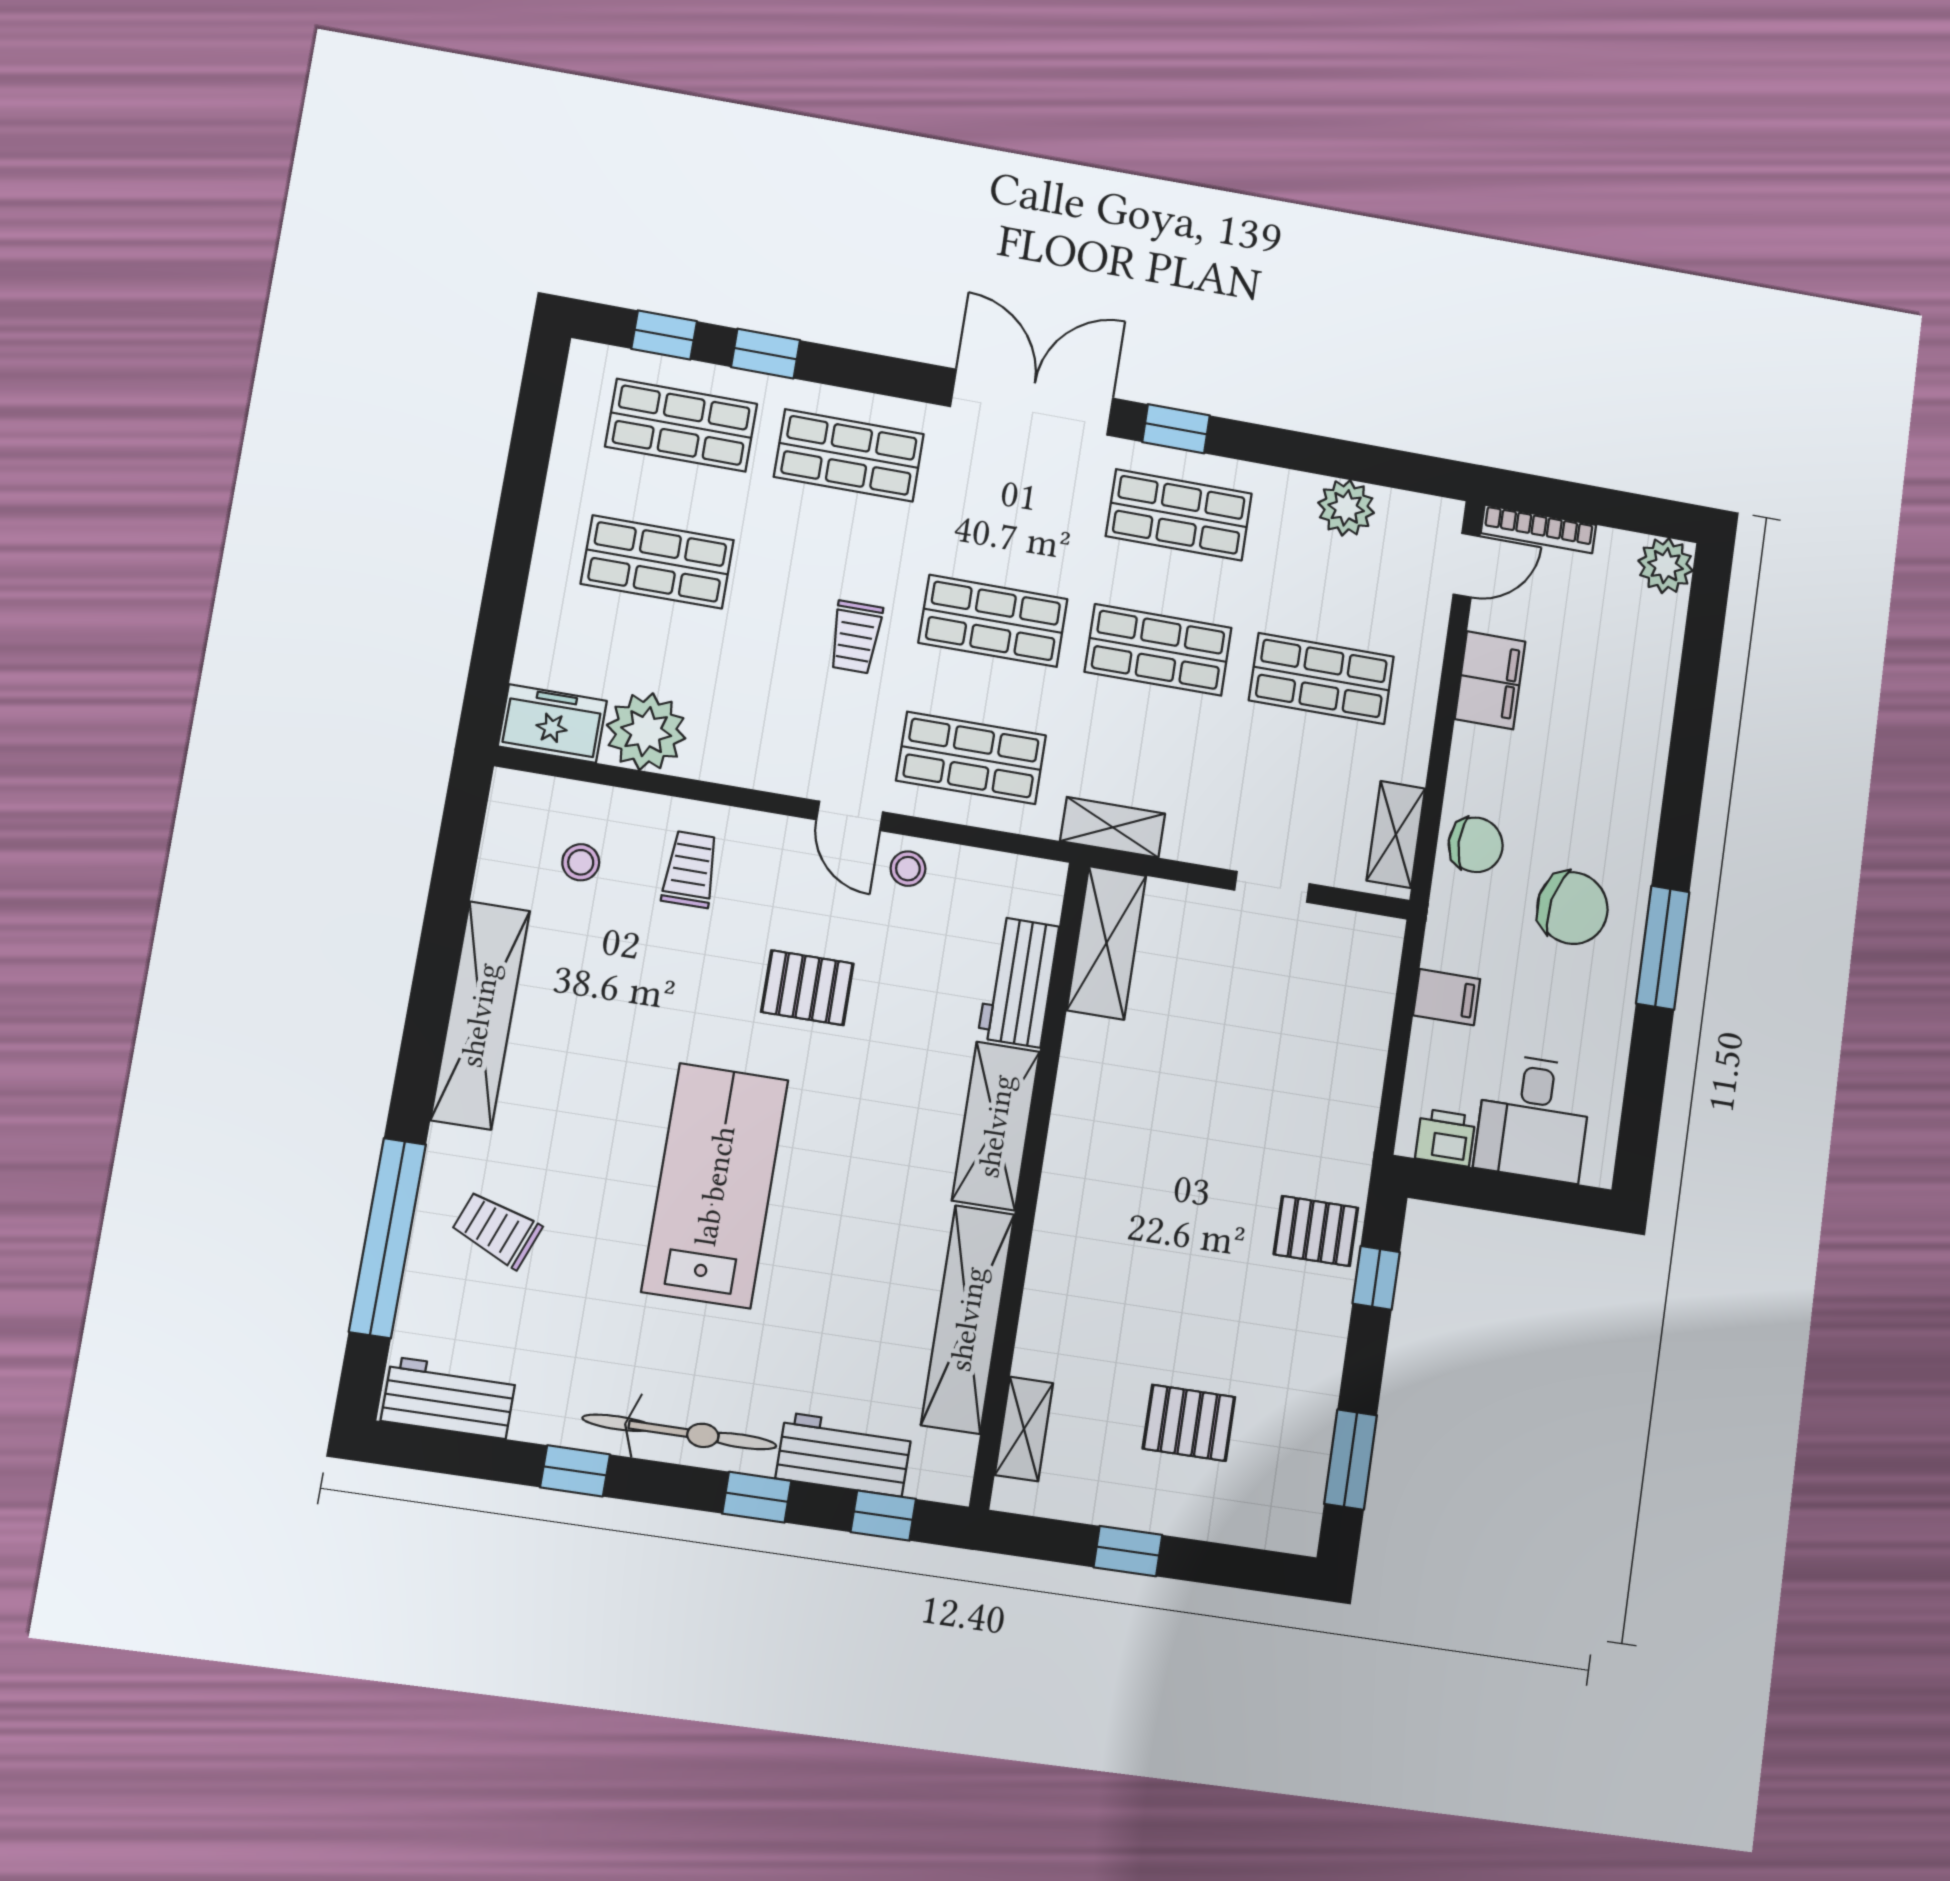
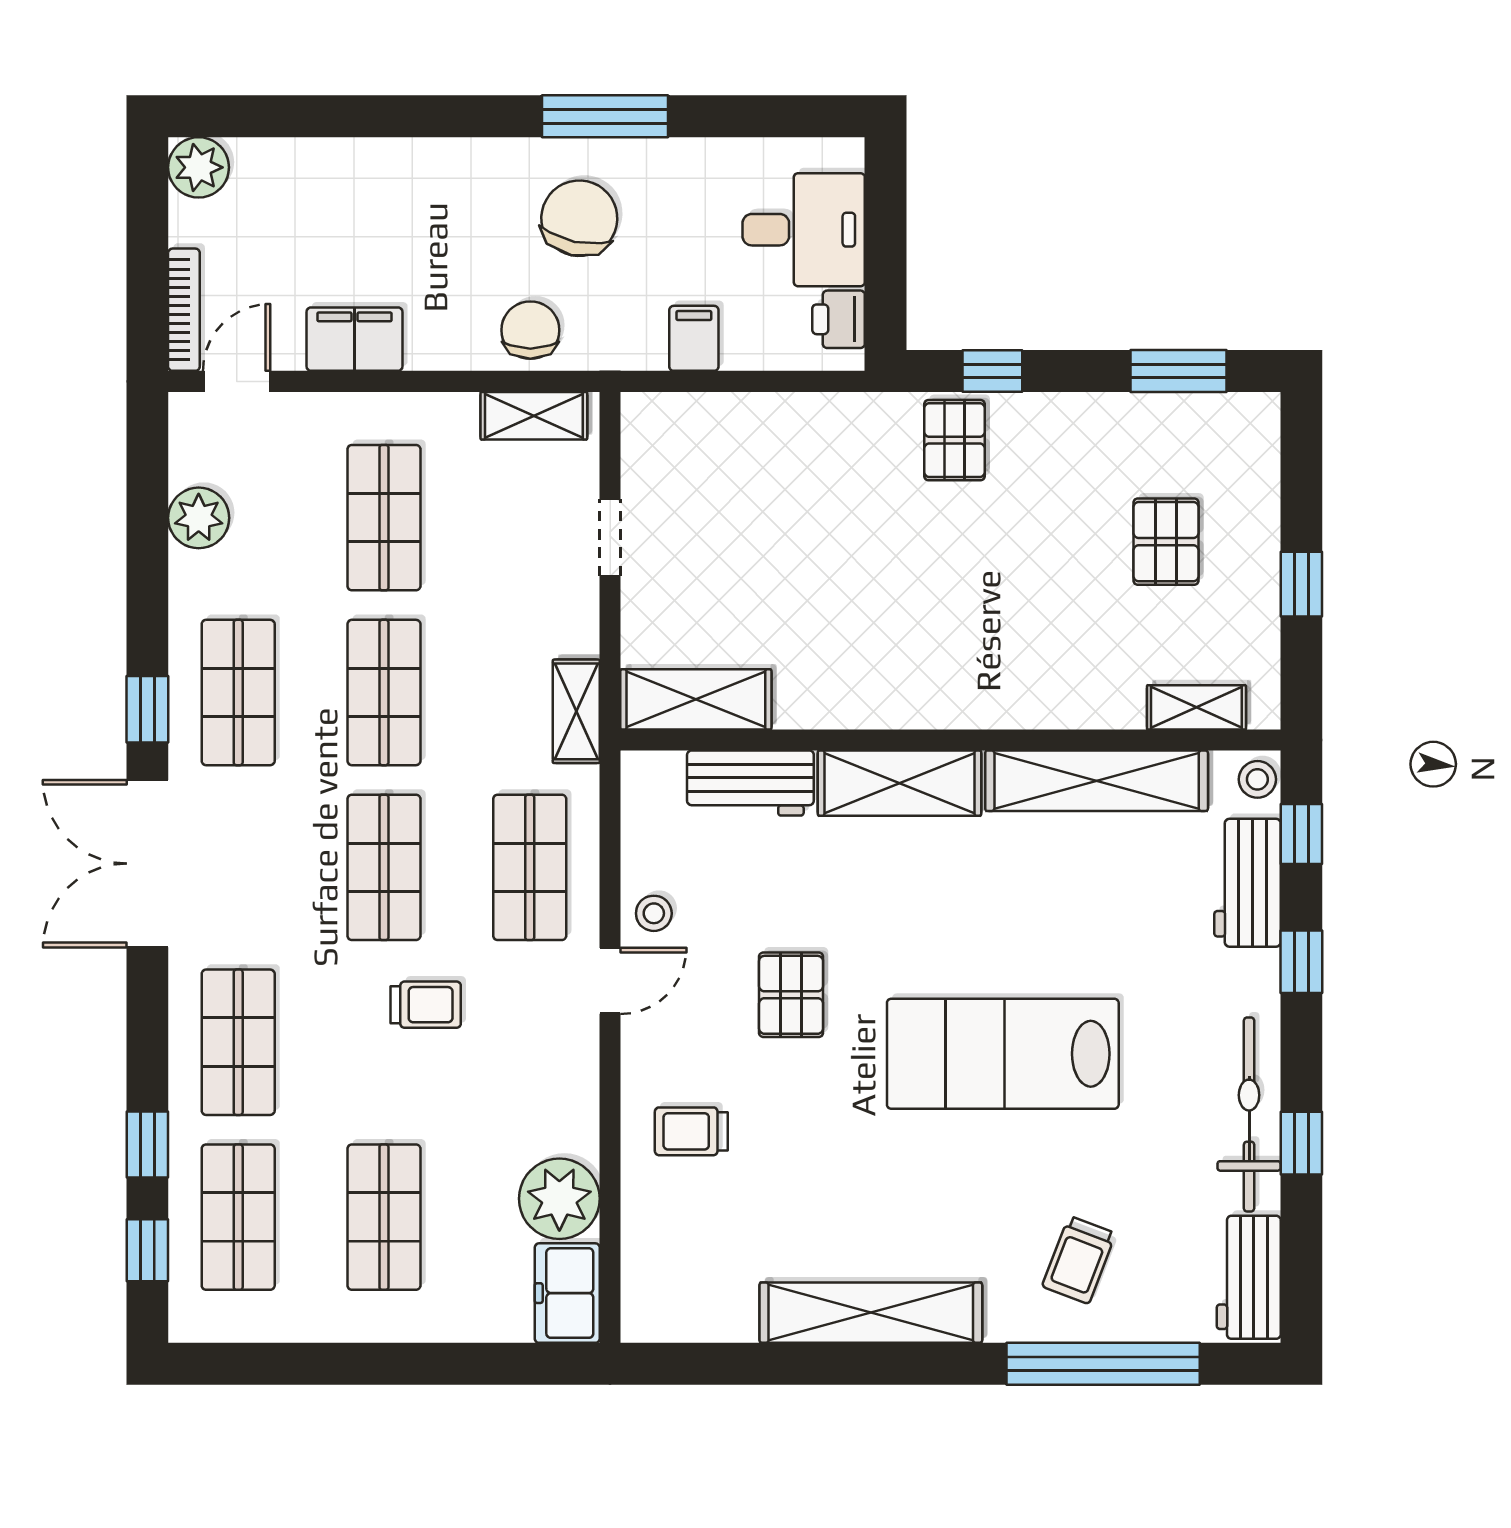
door: (1466, 565) -> (237, 381), hinge flipped
stool: (581, 862) -> (1257, 779), moved
bicycle: (680, 1432) -> (1249, 1114), moved

